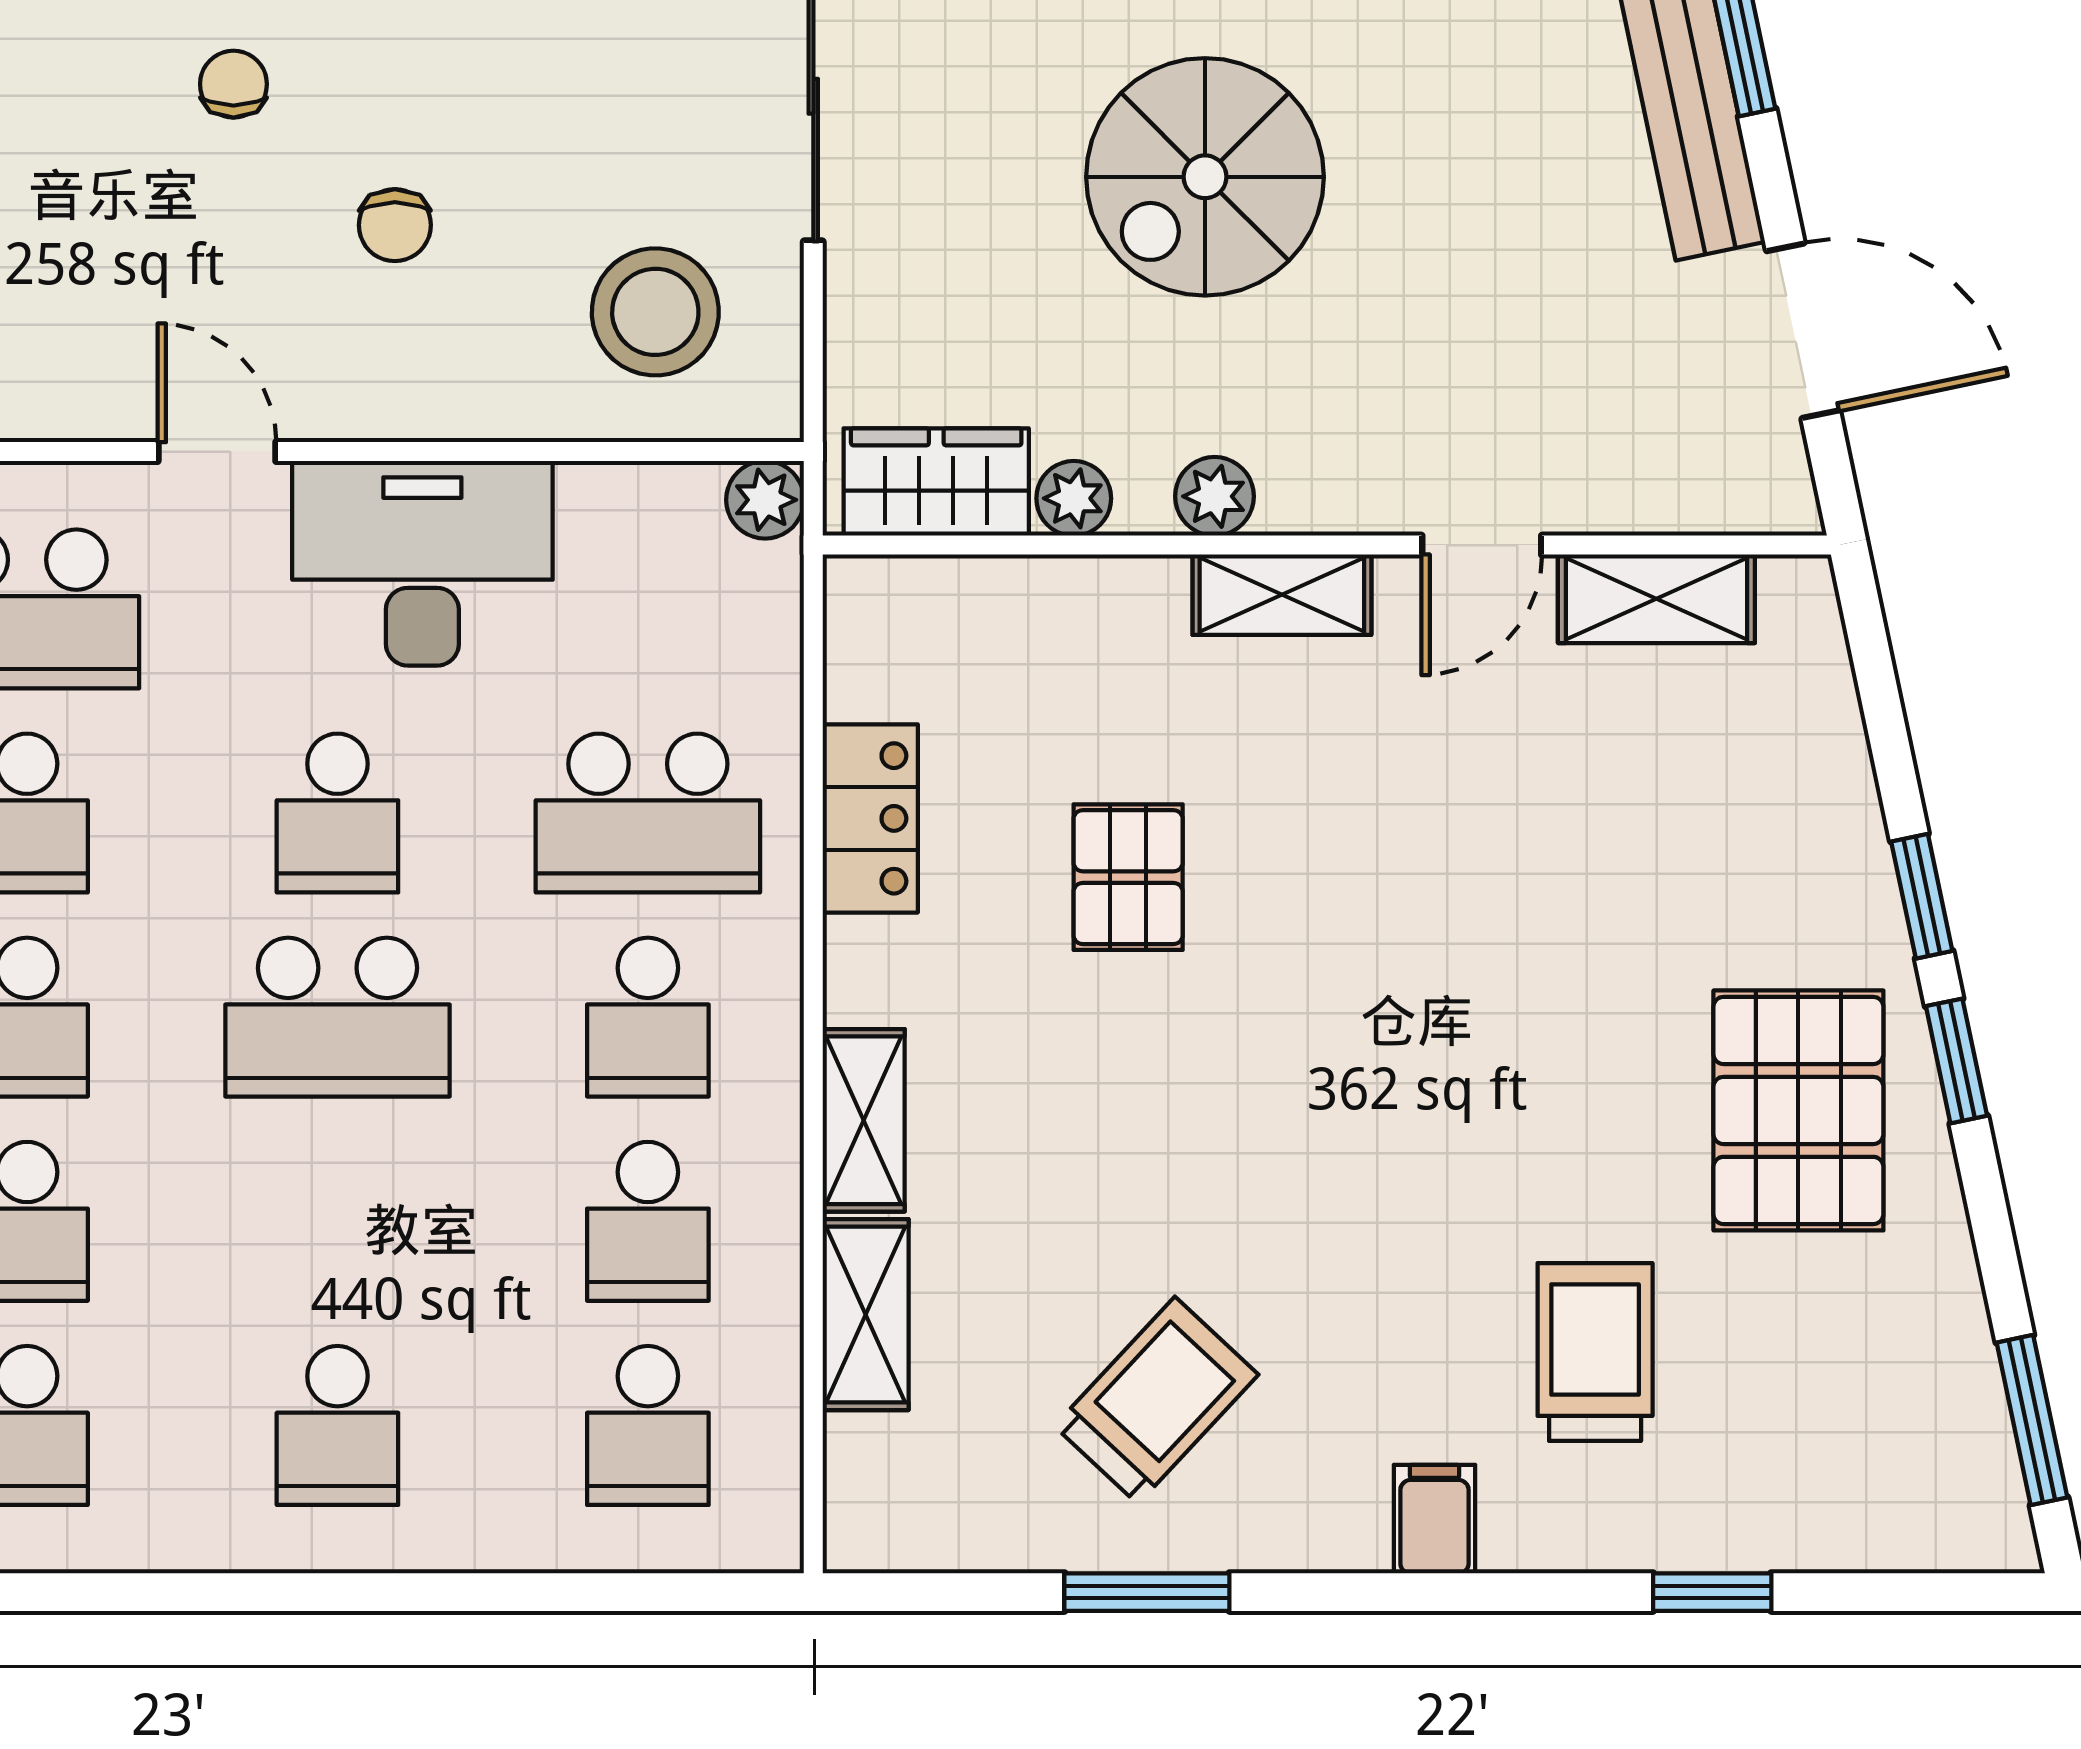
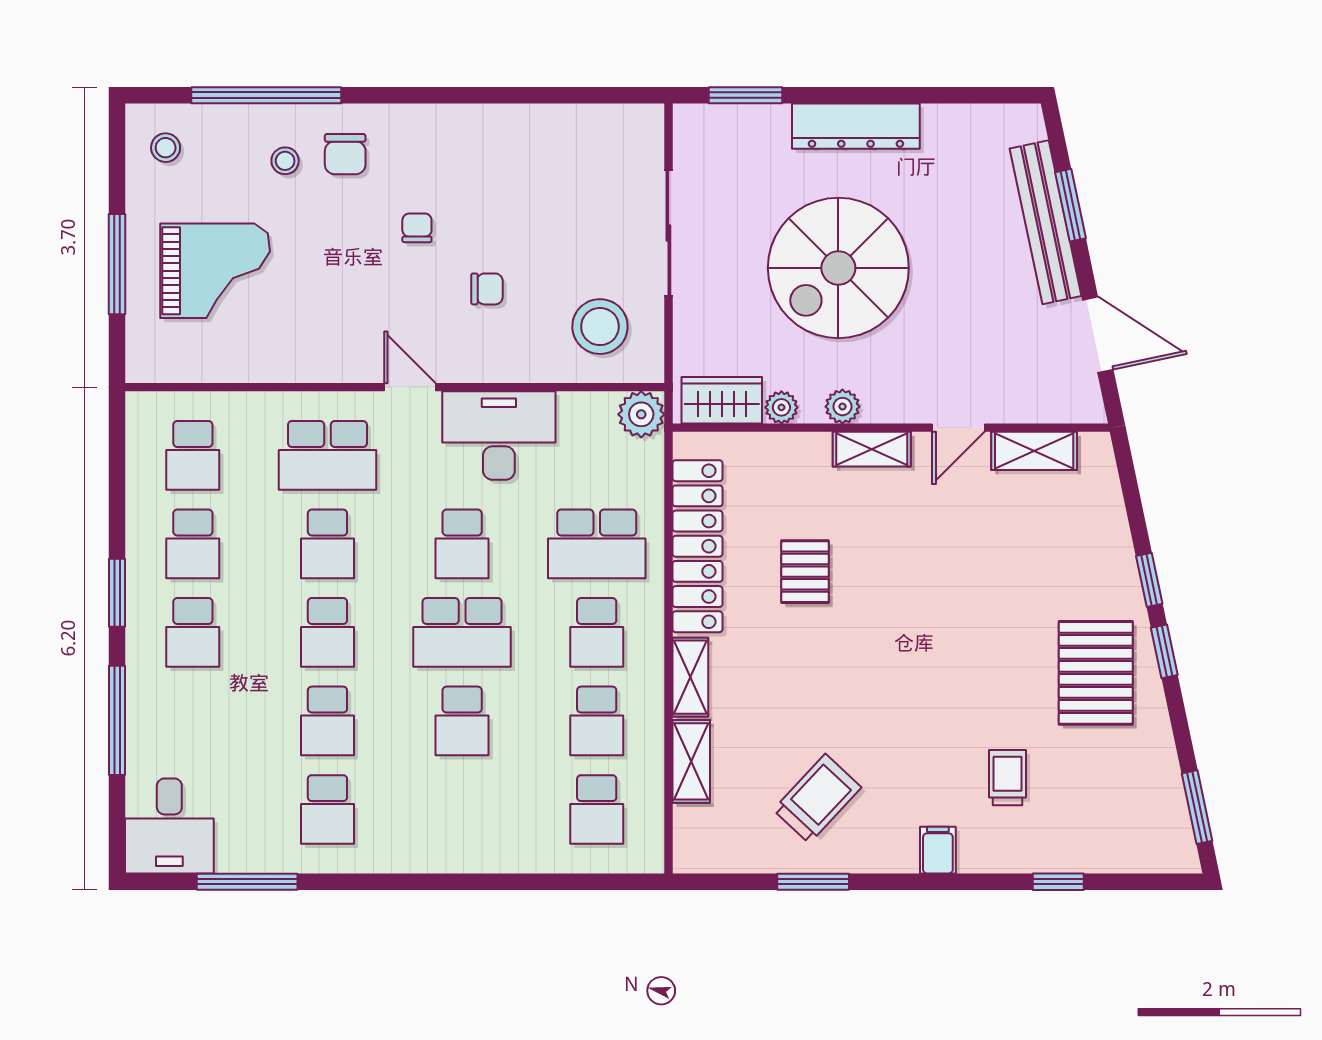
spiral stairs: (1205, 177) -> (838, 268), width x1.37, depth x1.37
chair: (395, 225) -> (487, 289), turned -90
plant: (765, 500) -> (641, 414), width x1.38, depth x1.38
locker: (870, 818) -> (697, 546), width x2.16, depth x1.21
trolley: (1595, 1352) -> (1008, 778), width x0.73, depth x0.72
school desk: (337, 1425) -> (462, 721), moved

